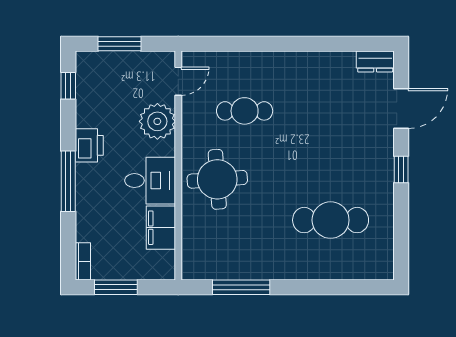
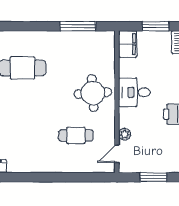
plant: (157, 121) -> (125, 134), width x0.53, depth x0.53
filing cabinet: (161, 228) -> (128, 44), moved

